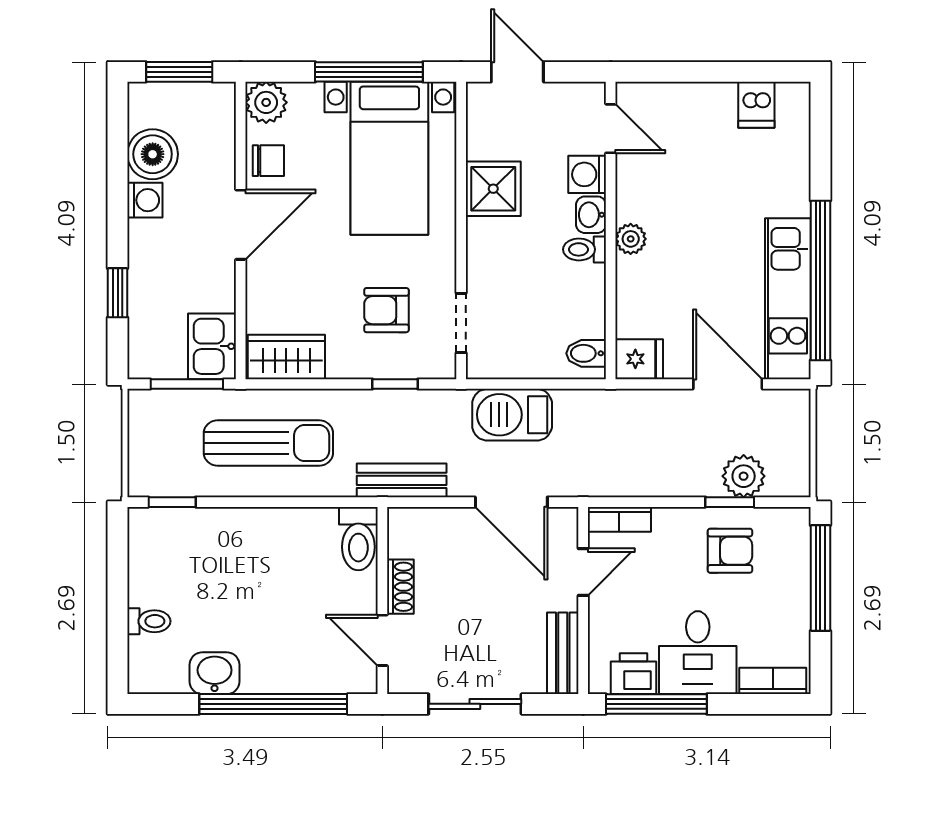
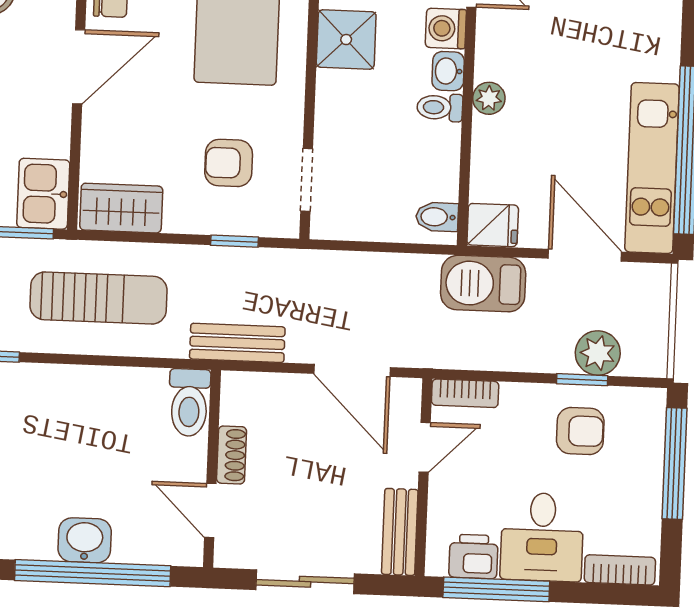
barbecue: (512, 415) -> (483, 284), moved
washbasin: (215, 673) -> (85, 540), moved

